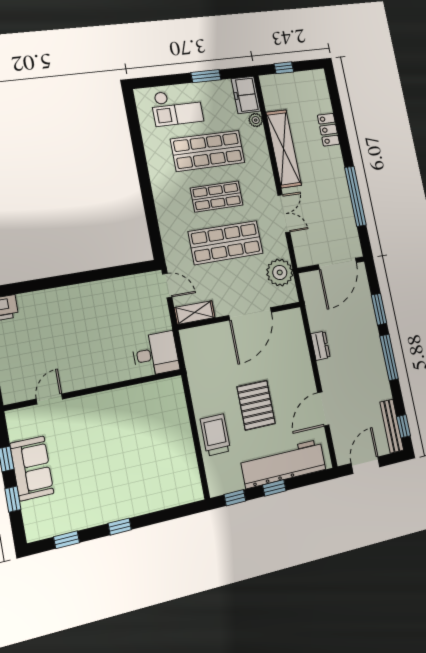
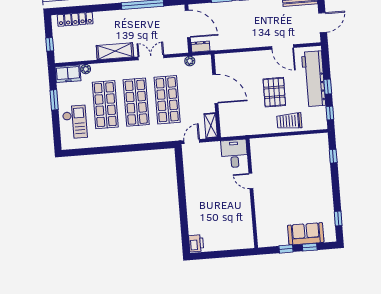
locker: (328, 130) -> (75, 19), moved, width x1.53
shelving: (284, 149) -> (115, 51), width x0.68
shop shelf: (217, 196) -> (136, 102), width x1.43, depth x1.36
plant: (280, 272) -> (190, 61), width x0.53, depth x0.53
dresser: (320, 346) -> (200, 47), moved
door: (49, 399) -> (251, 181), moved
pallet: (256, 405) -> (274, 92), turned 90
door: (366, 465) -> (323, 23), swing flipped
sofa: (32, 468) -> (306, 234), moved
window: (120, 527) -> (333, 156), moved

